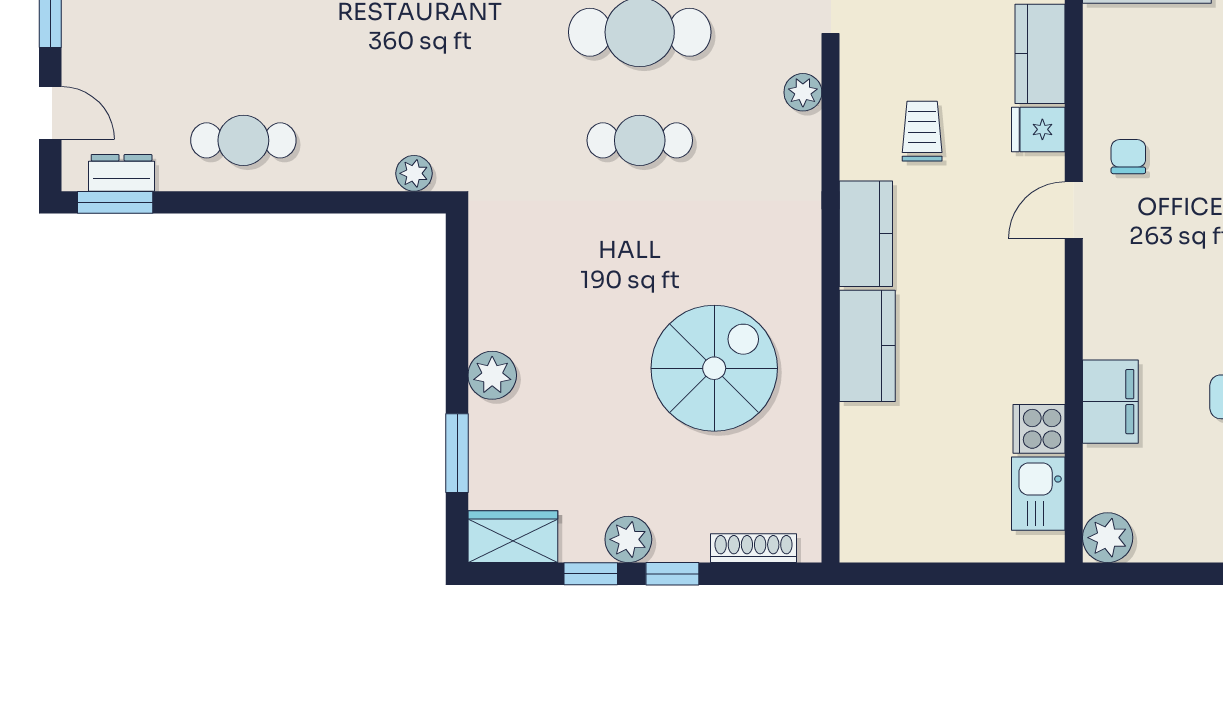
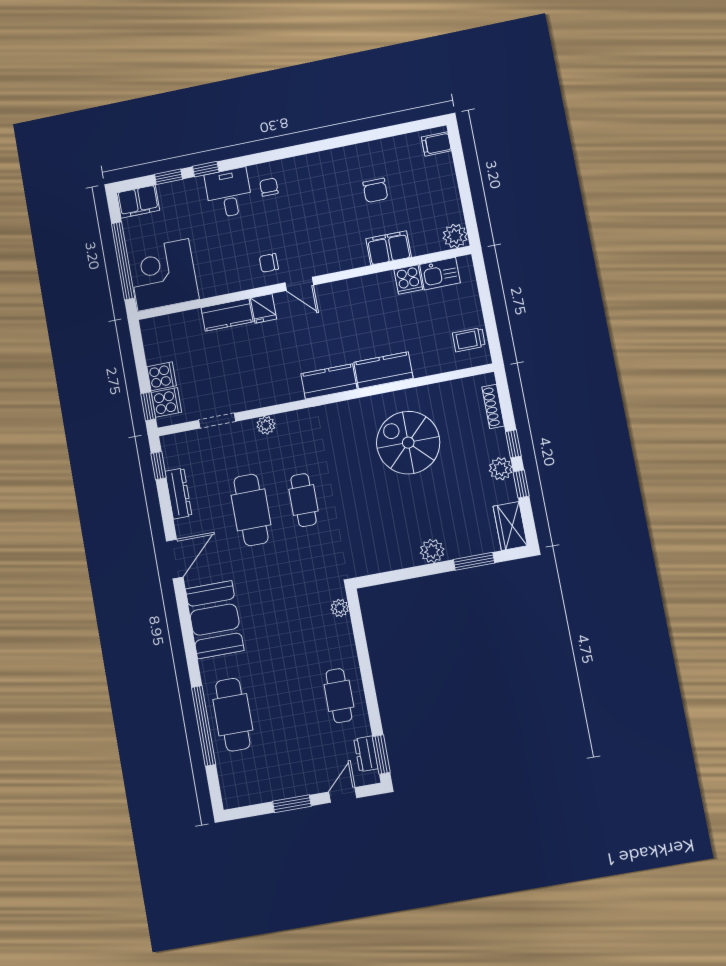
trolley: (922, 131) -> (469, 340), moved

